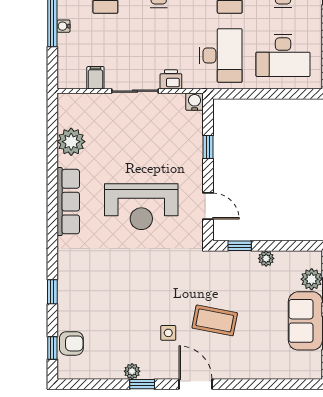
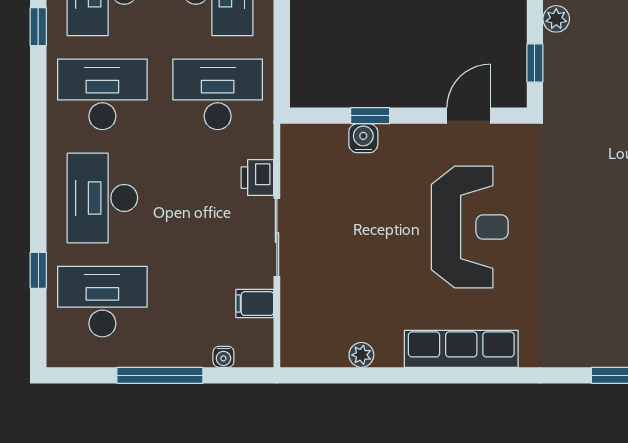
water cooler: (63, 26) -> (223, 357), moved
water cooler: (195, 102) -> (363, 138), moved, turned 90
plant: (71, 142) -> (361, 355), width x0.53, depth x0.53

